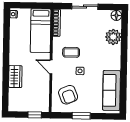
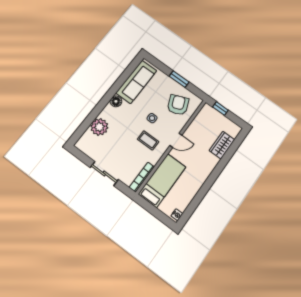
floor lamp: (116, 15) -> (116, 101), moved
door: (51, 67) -> (176, 140), hinge flipped
wardrobe: (15, 77) -> (222, 145), moved

